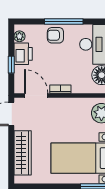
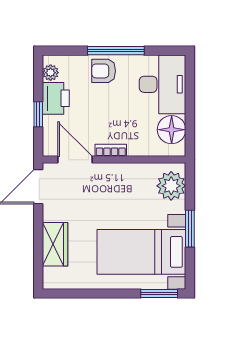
wardrobe: (23, 153) -> (55, 244), width x0.67

